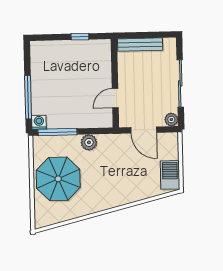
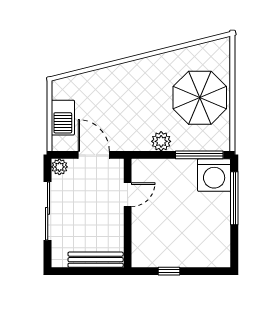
washing machine: (39, 122) -> (214, 175), width x1.89, depth x1.89
barbecue: (170, 175) -> (63, 118), moved

